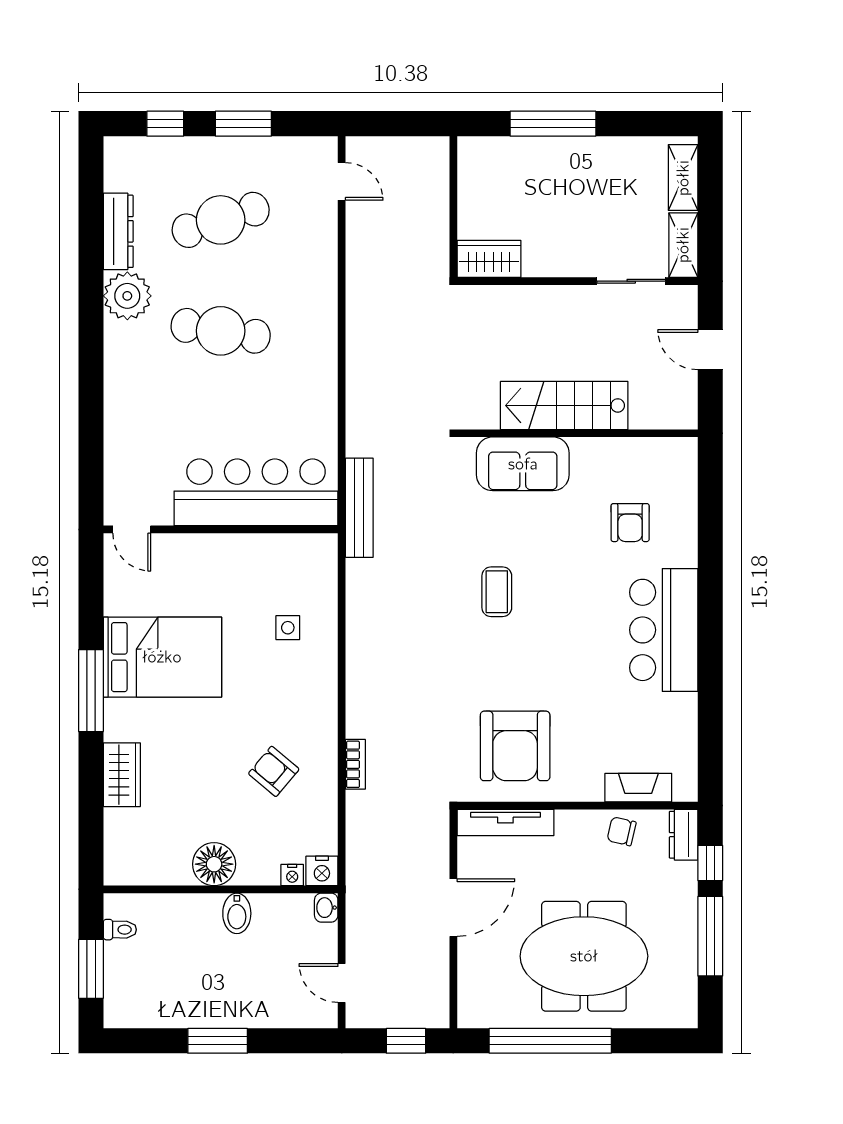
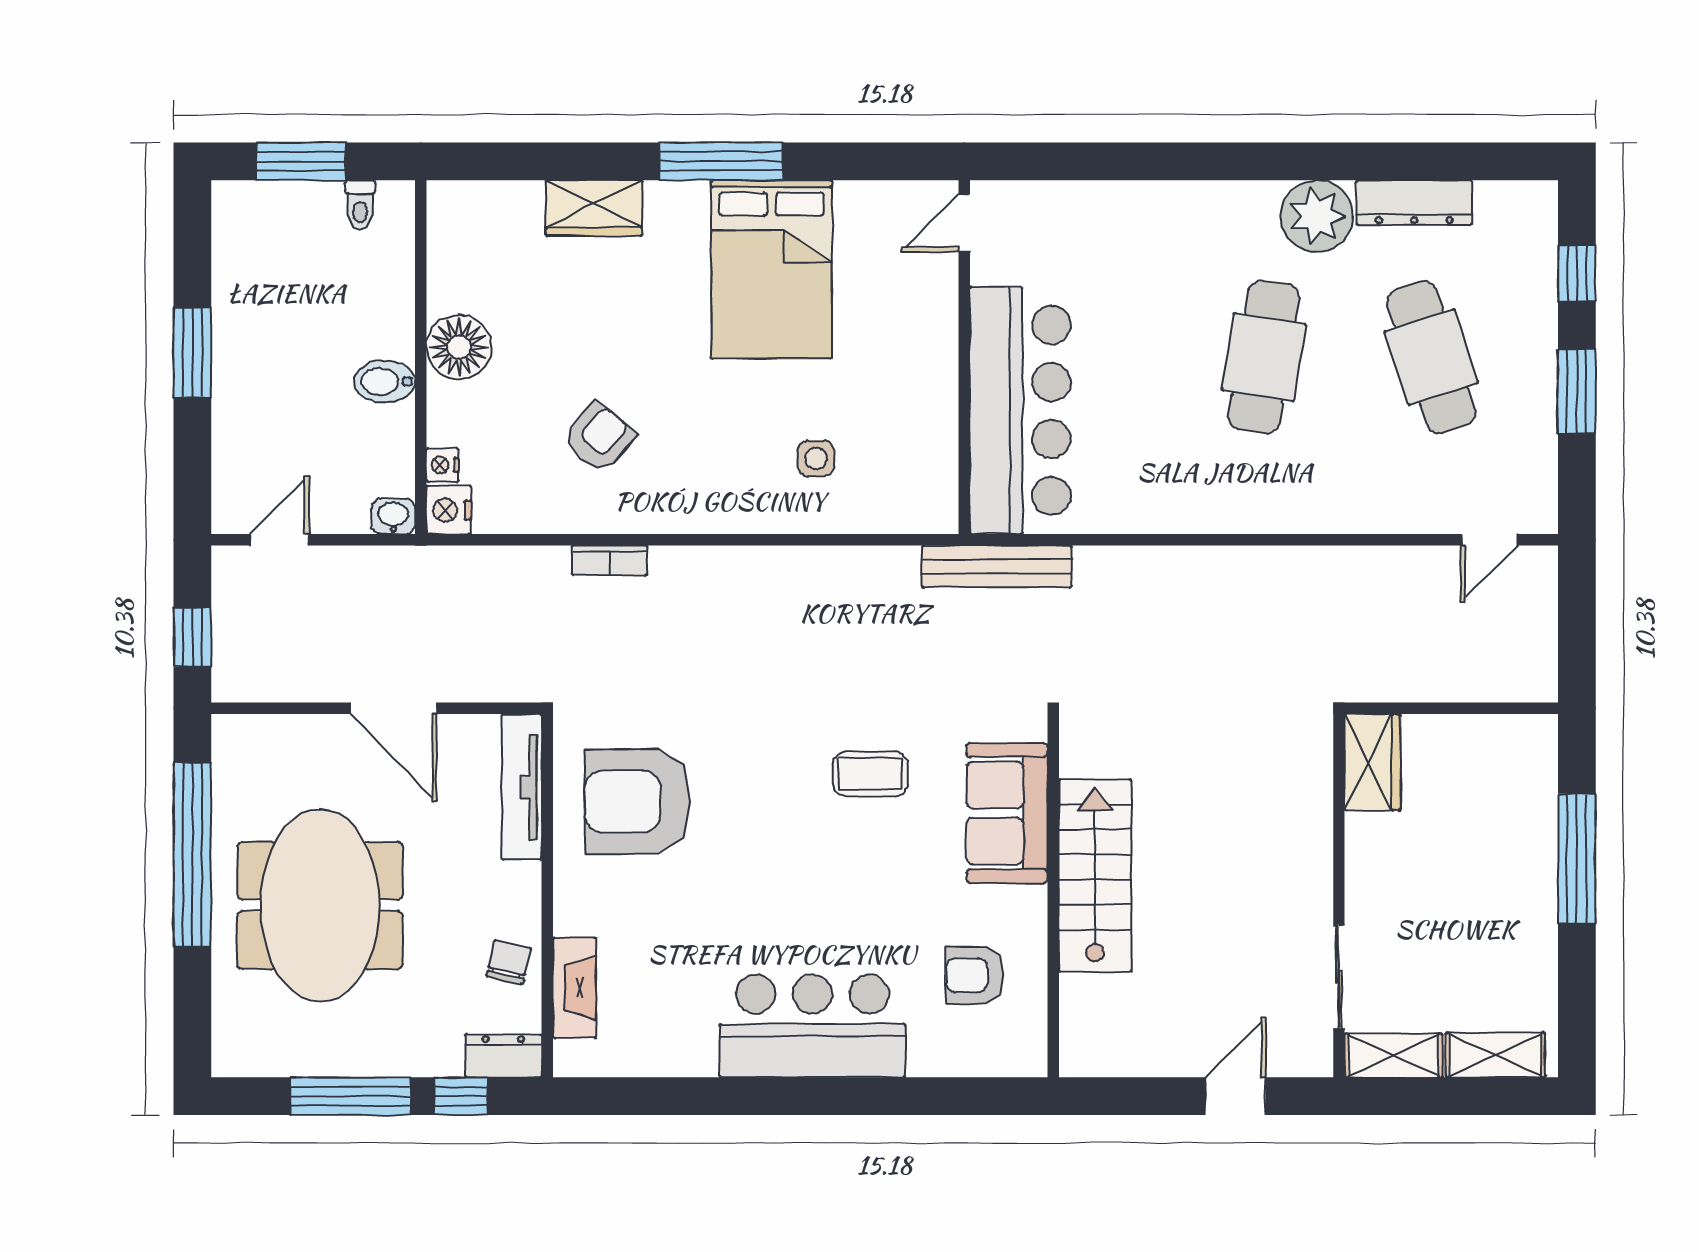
stairs: (564, 405) -> (1095, 876), moved
wall: (577, 433) -> (1053, 896), moved
sofa: (523, 464) -> (1007, 813), moved

